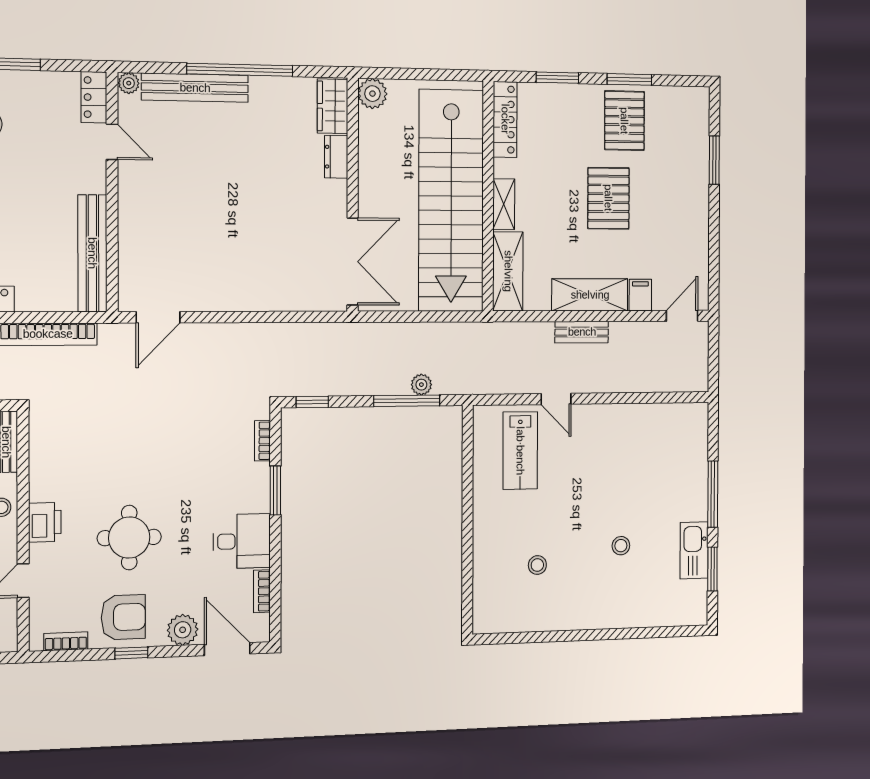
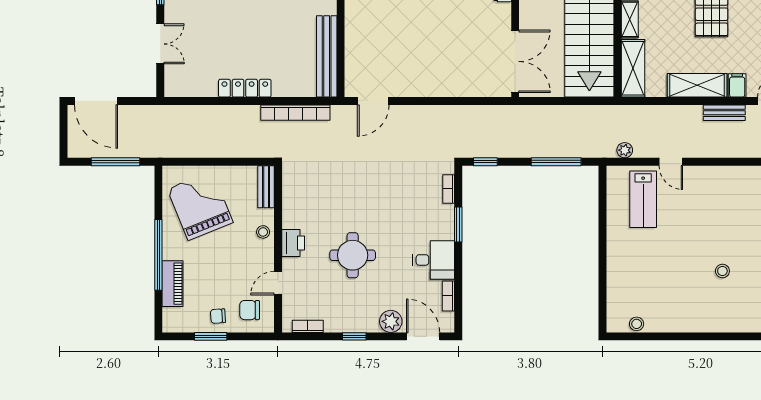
bench: (582, 332) -> (724, 113), moved
plant: (421, 385) -> (625, 150), moved
stool: (537, 565) -> (637, 324), moved
armchair: (123, 617) -> (348, 311), removed

